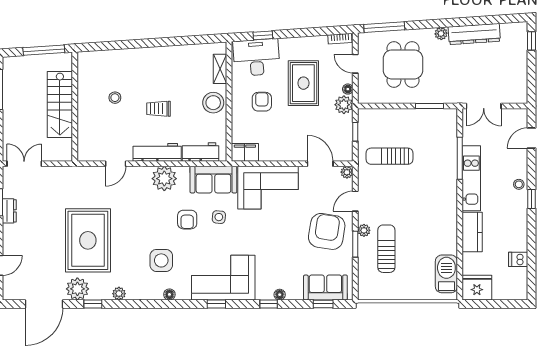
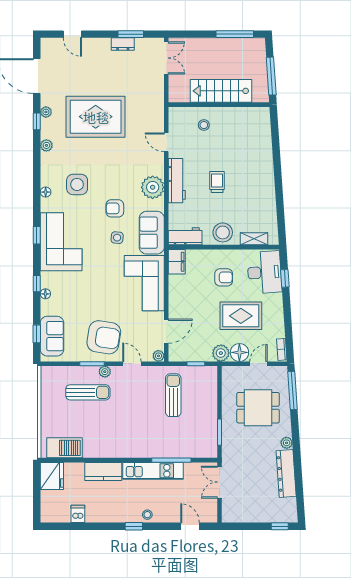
floor lamp: (348, 89) -> (239, 352), width x1.89, depth x1.89
stool: (115, 98) -> (204, 125), moved
workbench: (201, 152) -> (185, 236), moved, turned -90
plant: (77, 289) -> (46, 112), width x0.53, depth x0.53

